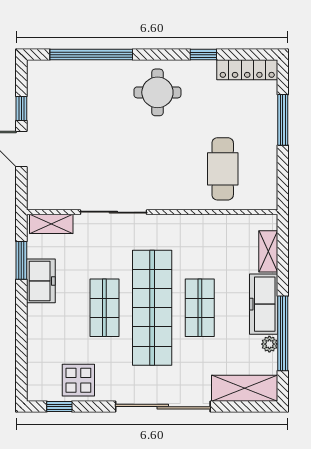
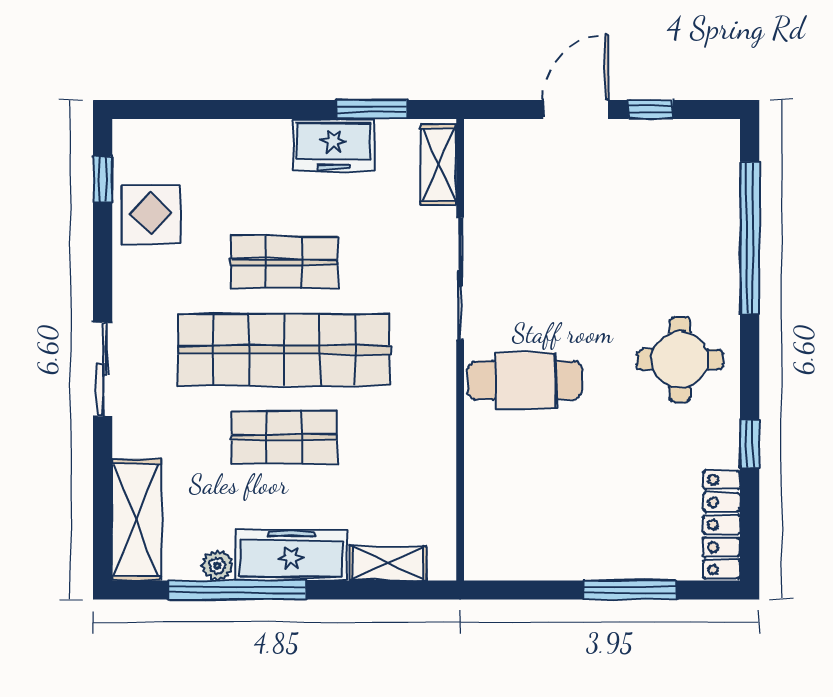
cafe table: (223, 169) -> (525, 380), moved
sliding door: (163, 407) -> (103, 369), width x0.54

